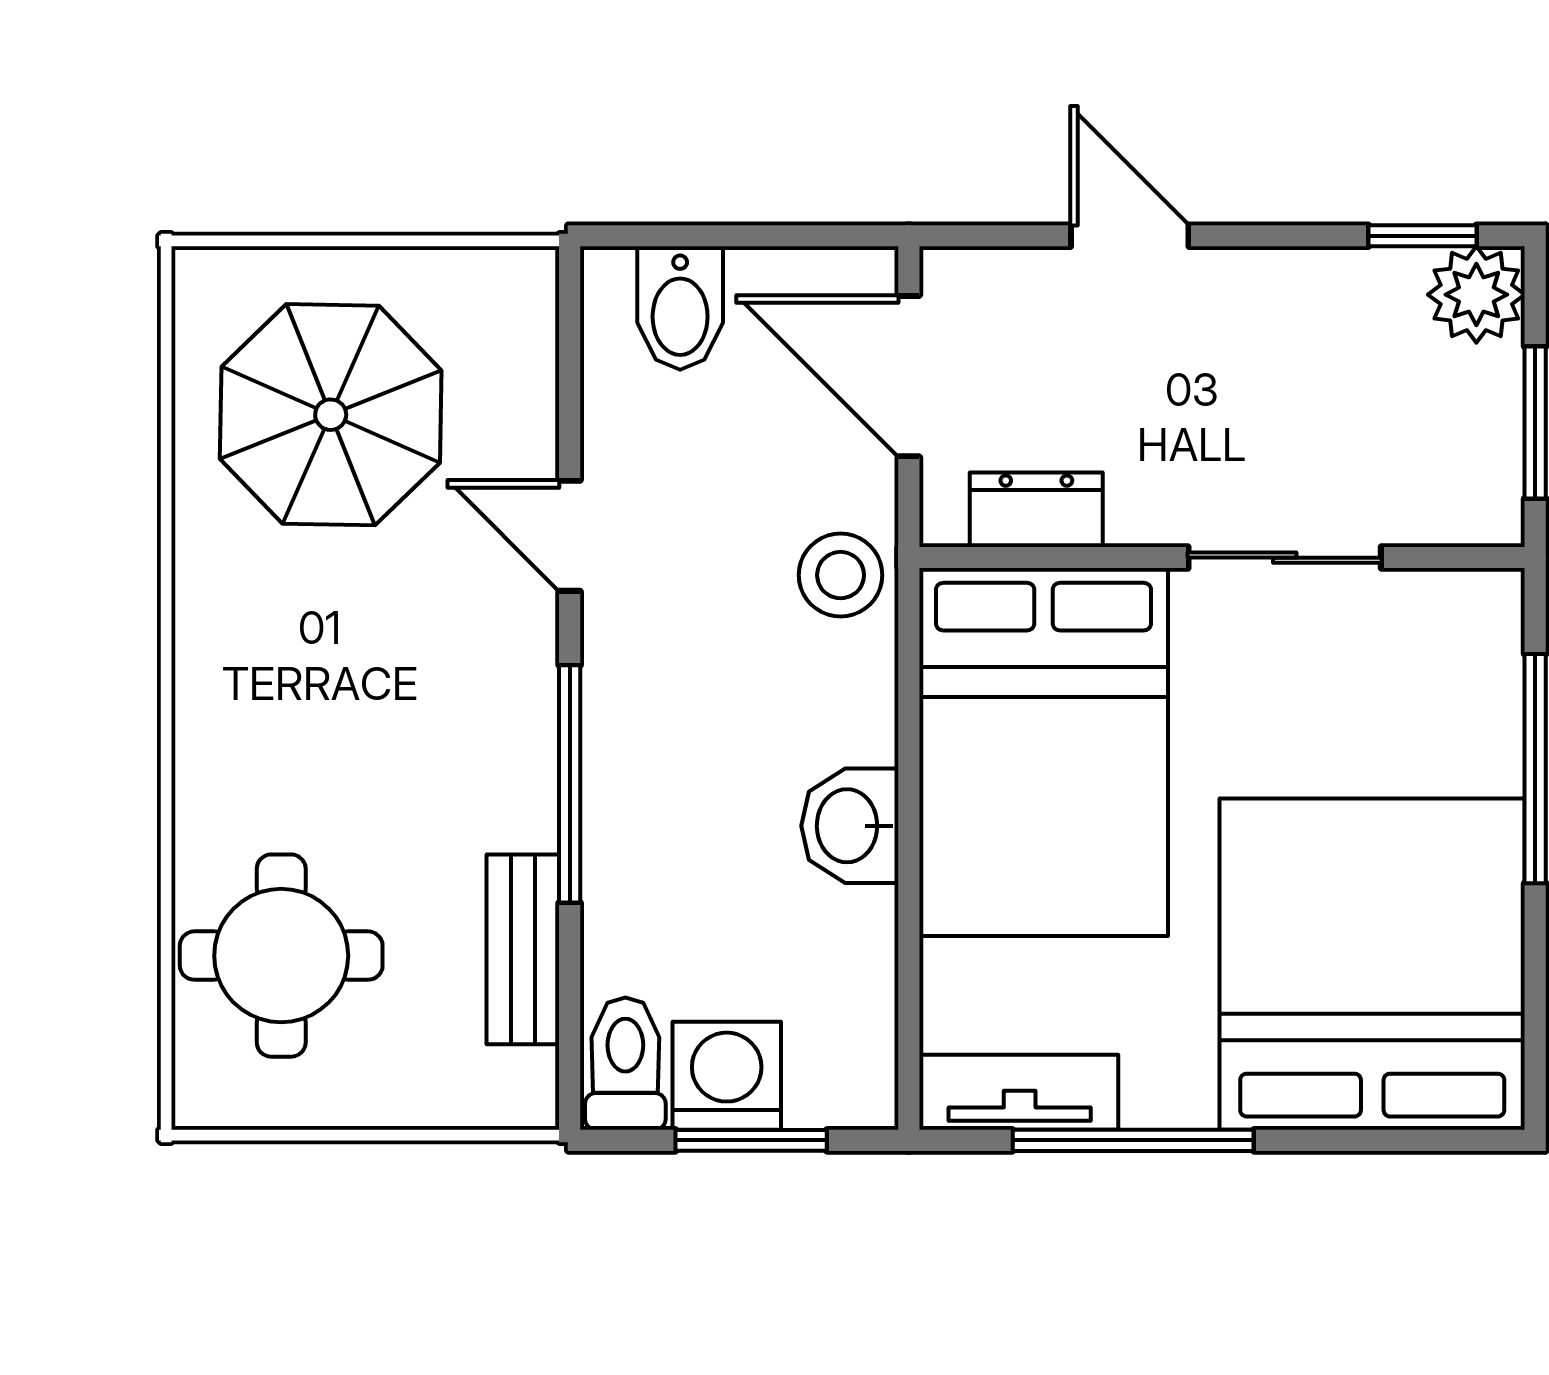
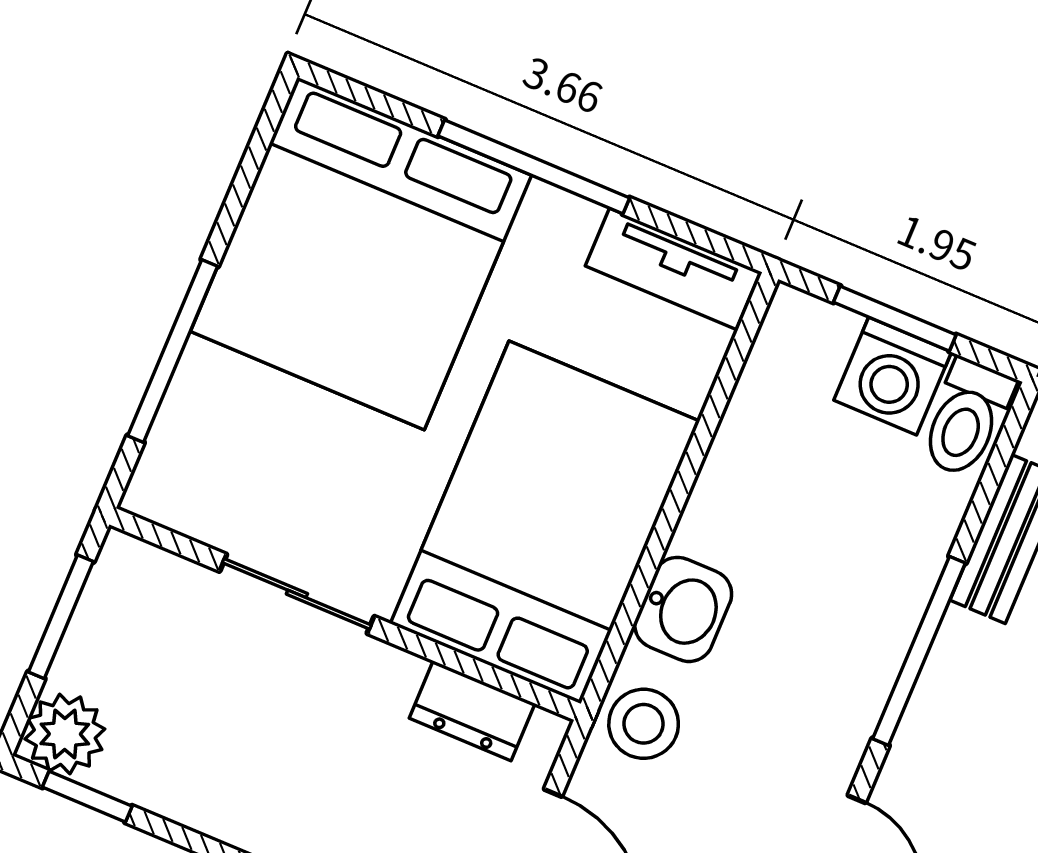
washbasin: (850, 826) -> (683, 609), moved
window: (1133, 1140) -> (534, 167), moved

